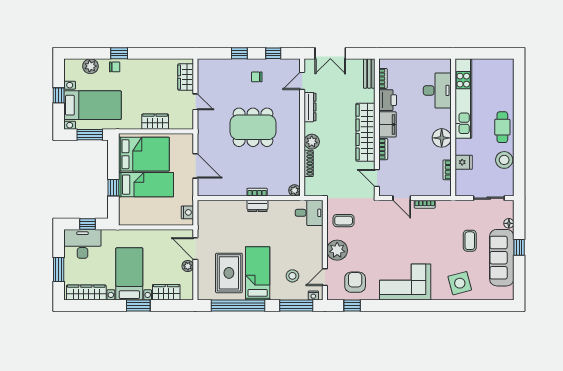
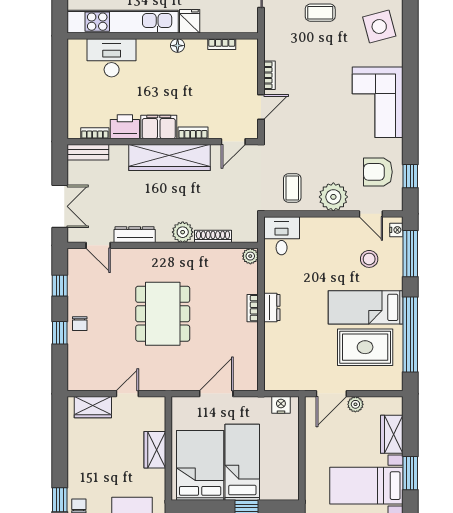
chair: (257, 77) -> (80, 324), moved
floor lamp: (442, 138) -> (178, 46), width x0.53, depth x0.53
fridge: (464, 162) -> (190, 21), moved

